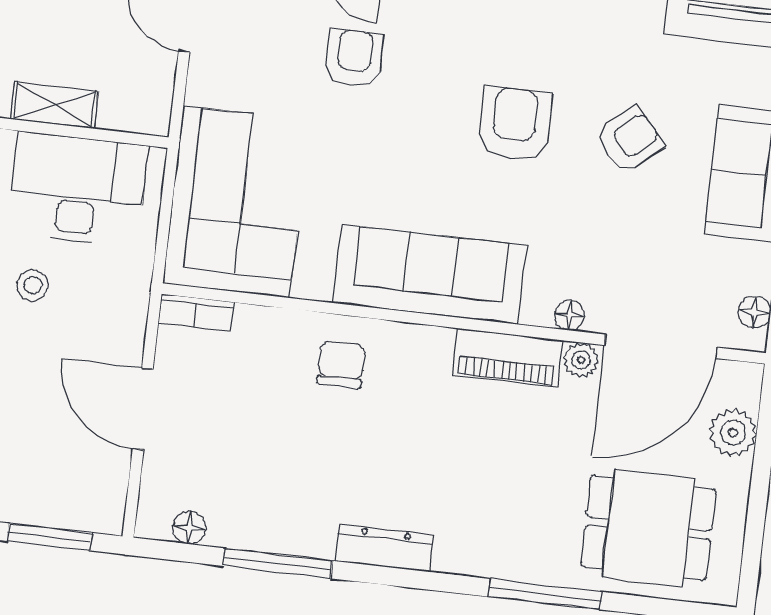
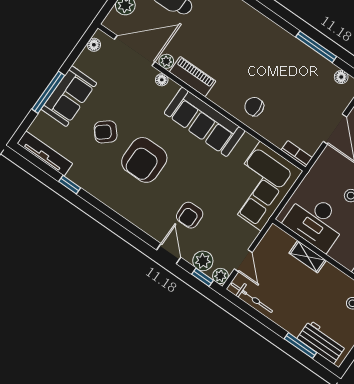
armchair: (515, 124) -> (144, 160), width x1.36, depth x1.36
chair: (341, 364) -> (254, 107), turned 88
dresser: (384, 548) -> (274, 31), removed

